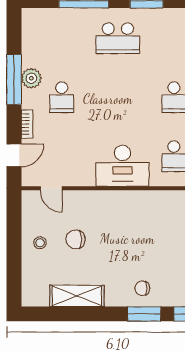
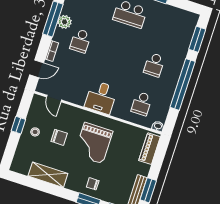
desk: (122, 166) -> (101, 97), width x0.73
grand piano: (125, 232) -> (93, 143), added
chair: (76, 239) -> (59, 137), turned 180
window: (14, 241) -> (18, 125), added

